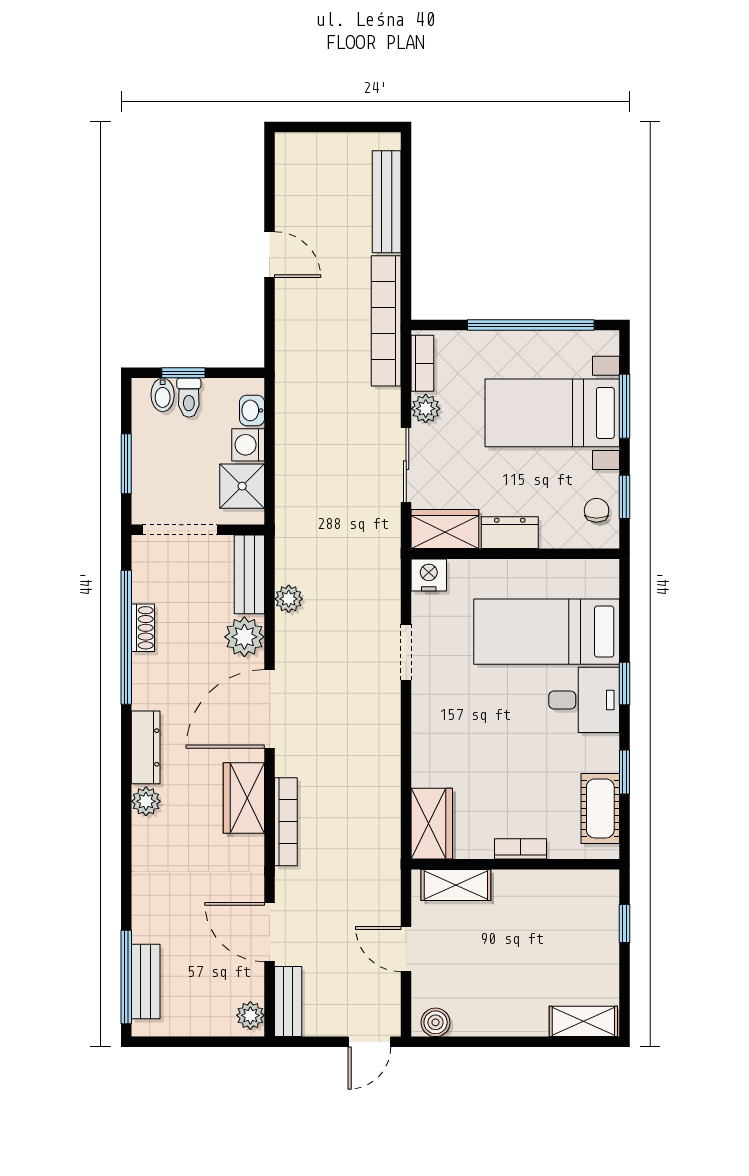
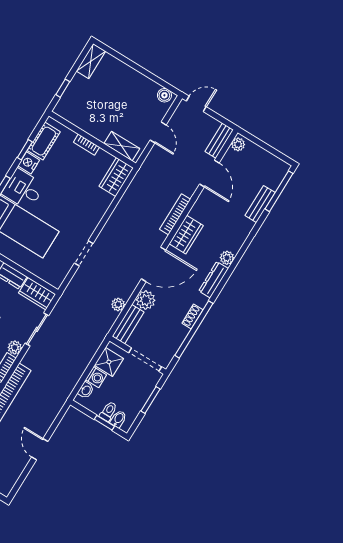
nightstand: (429, 575) -> (29, 163), moved, turned 90
shoe rack: (143, 628) -> (192, 317), moved
bench: (146, 982) -> (260, 204), moved
shelving: (583, 1021) -> (91, 61), moved, turned 90

